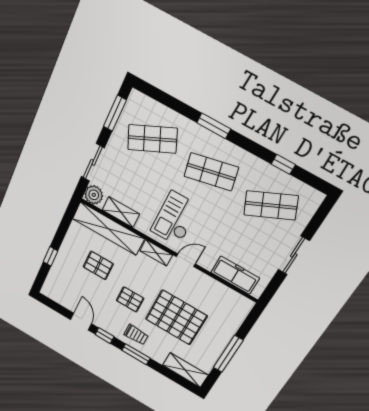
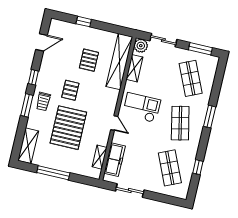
shelving: (156, 253) -> (100, 157), moved
sliding door: (294, 255) -> (130, 190), moved
door: (81, 322) -> (42, 42), moved

